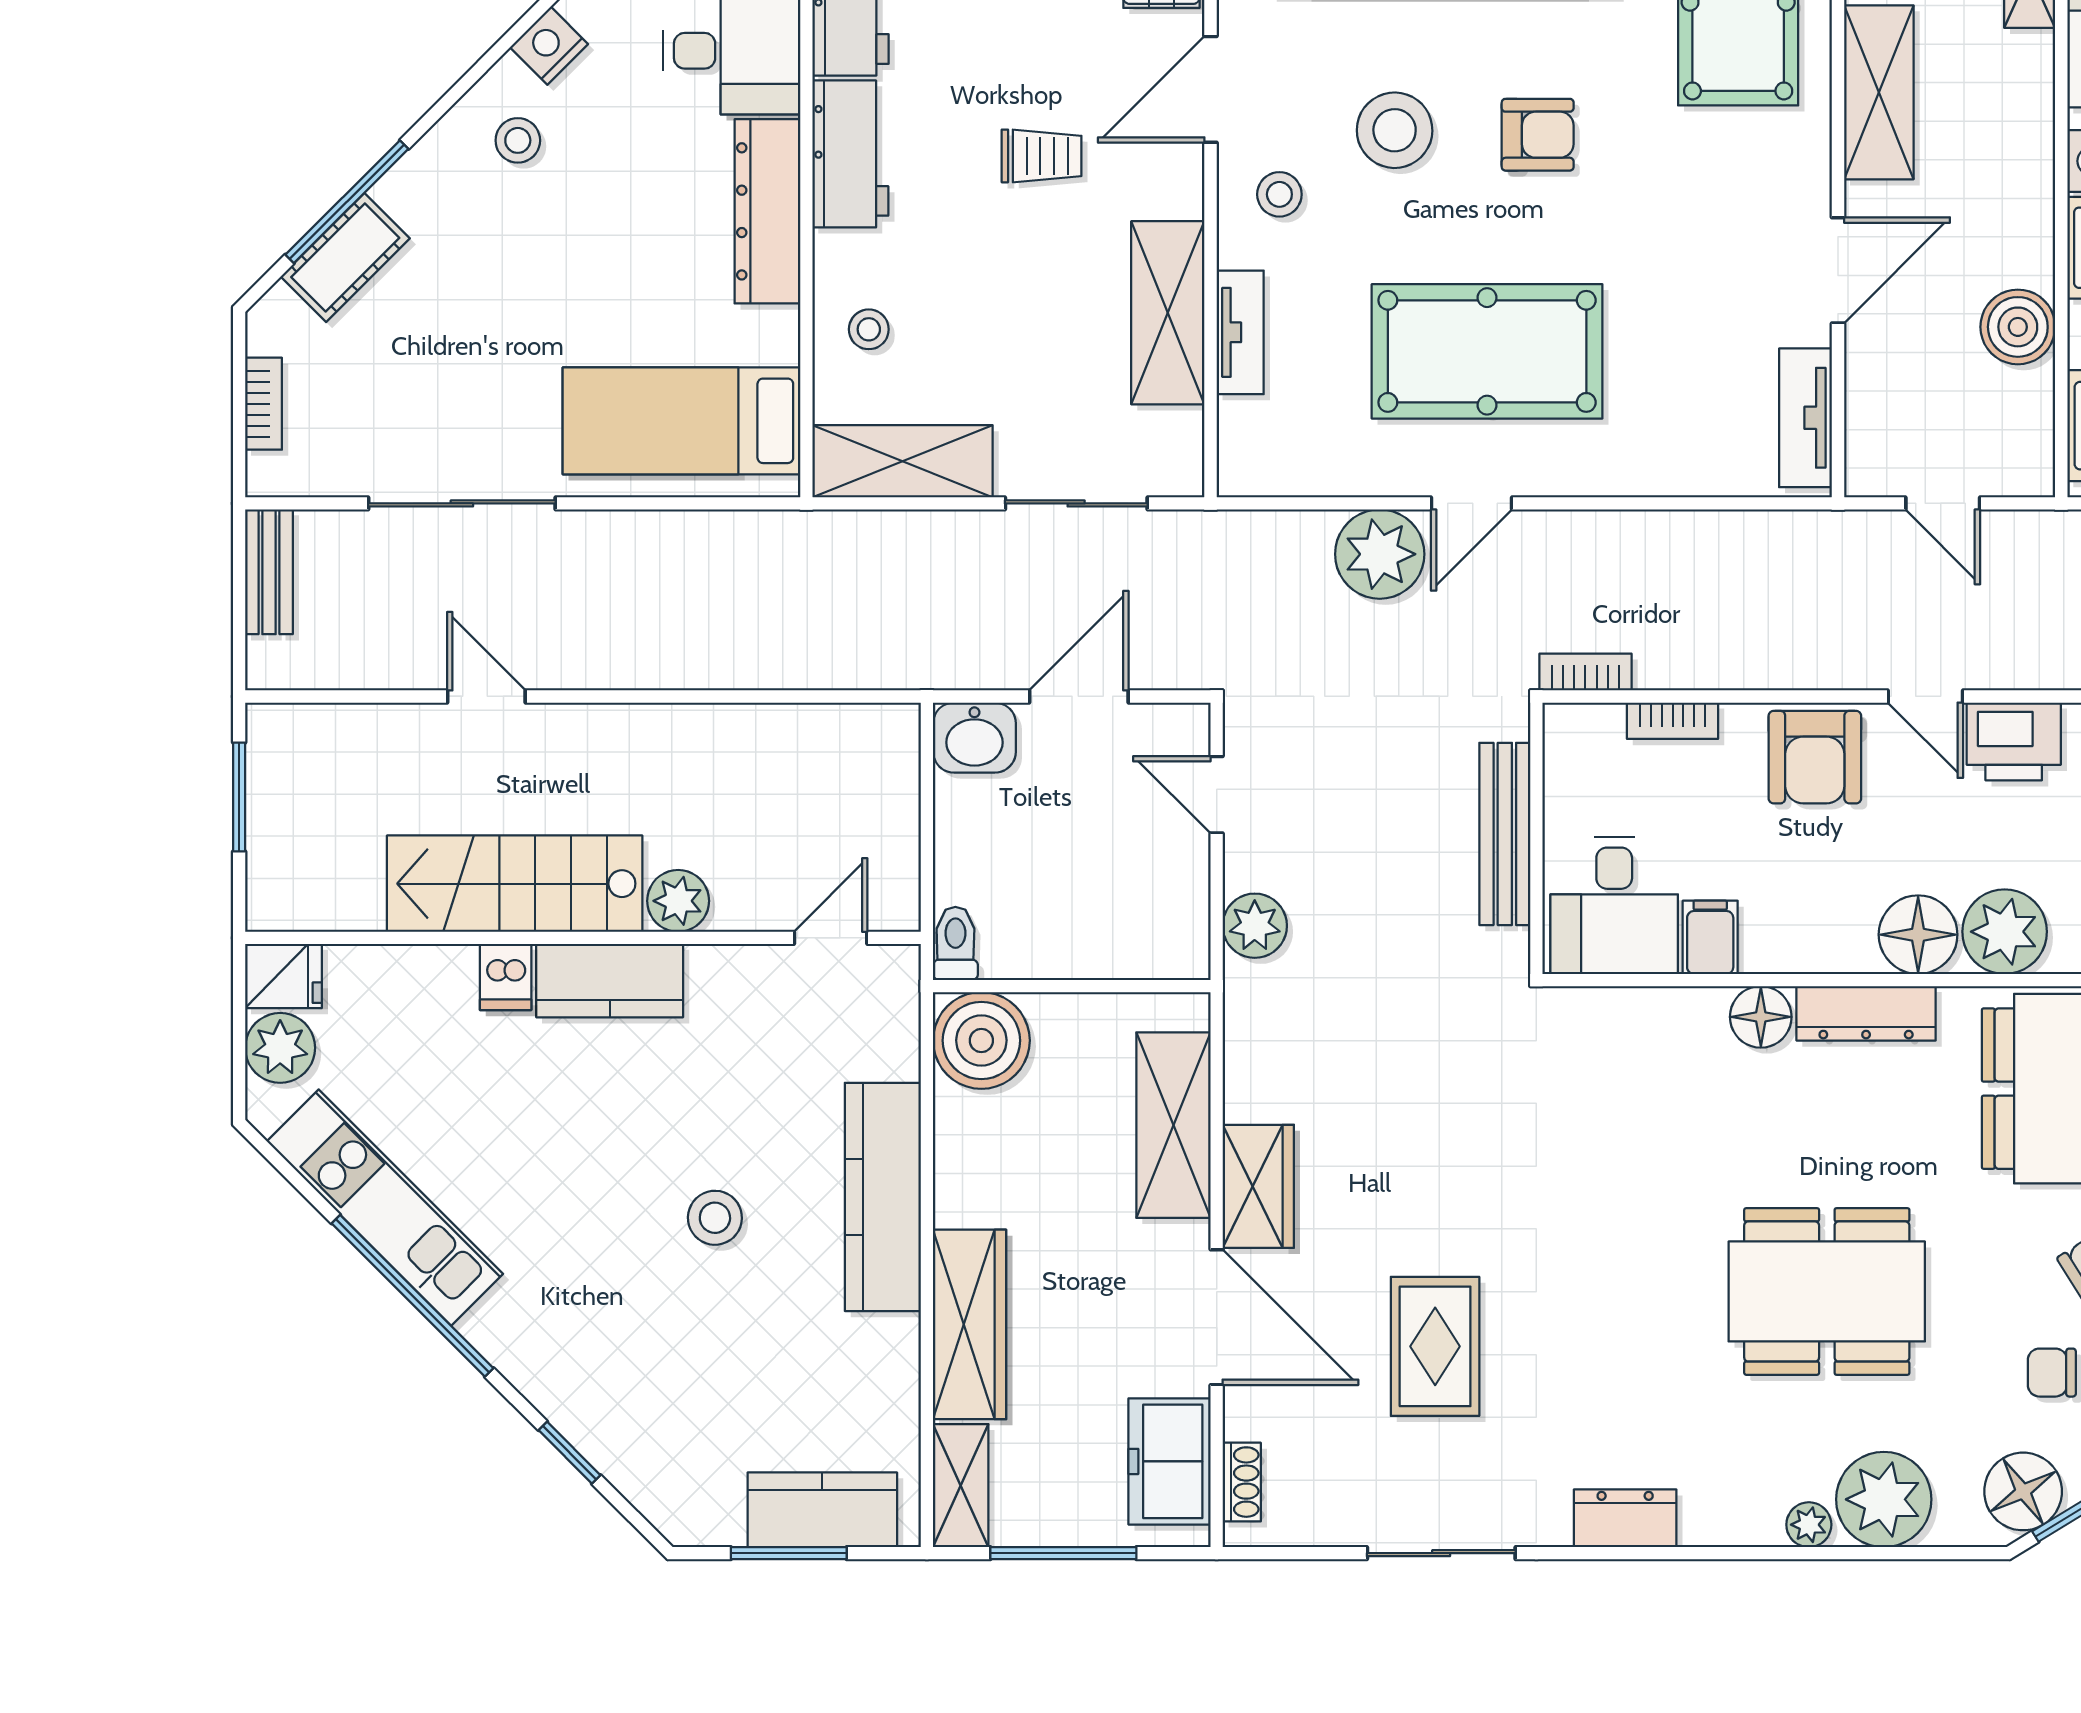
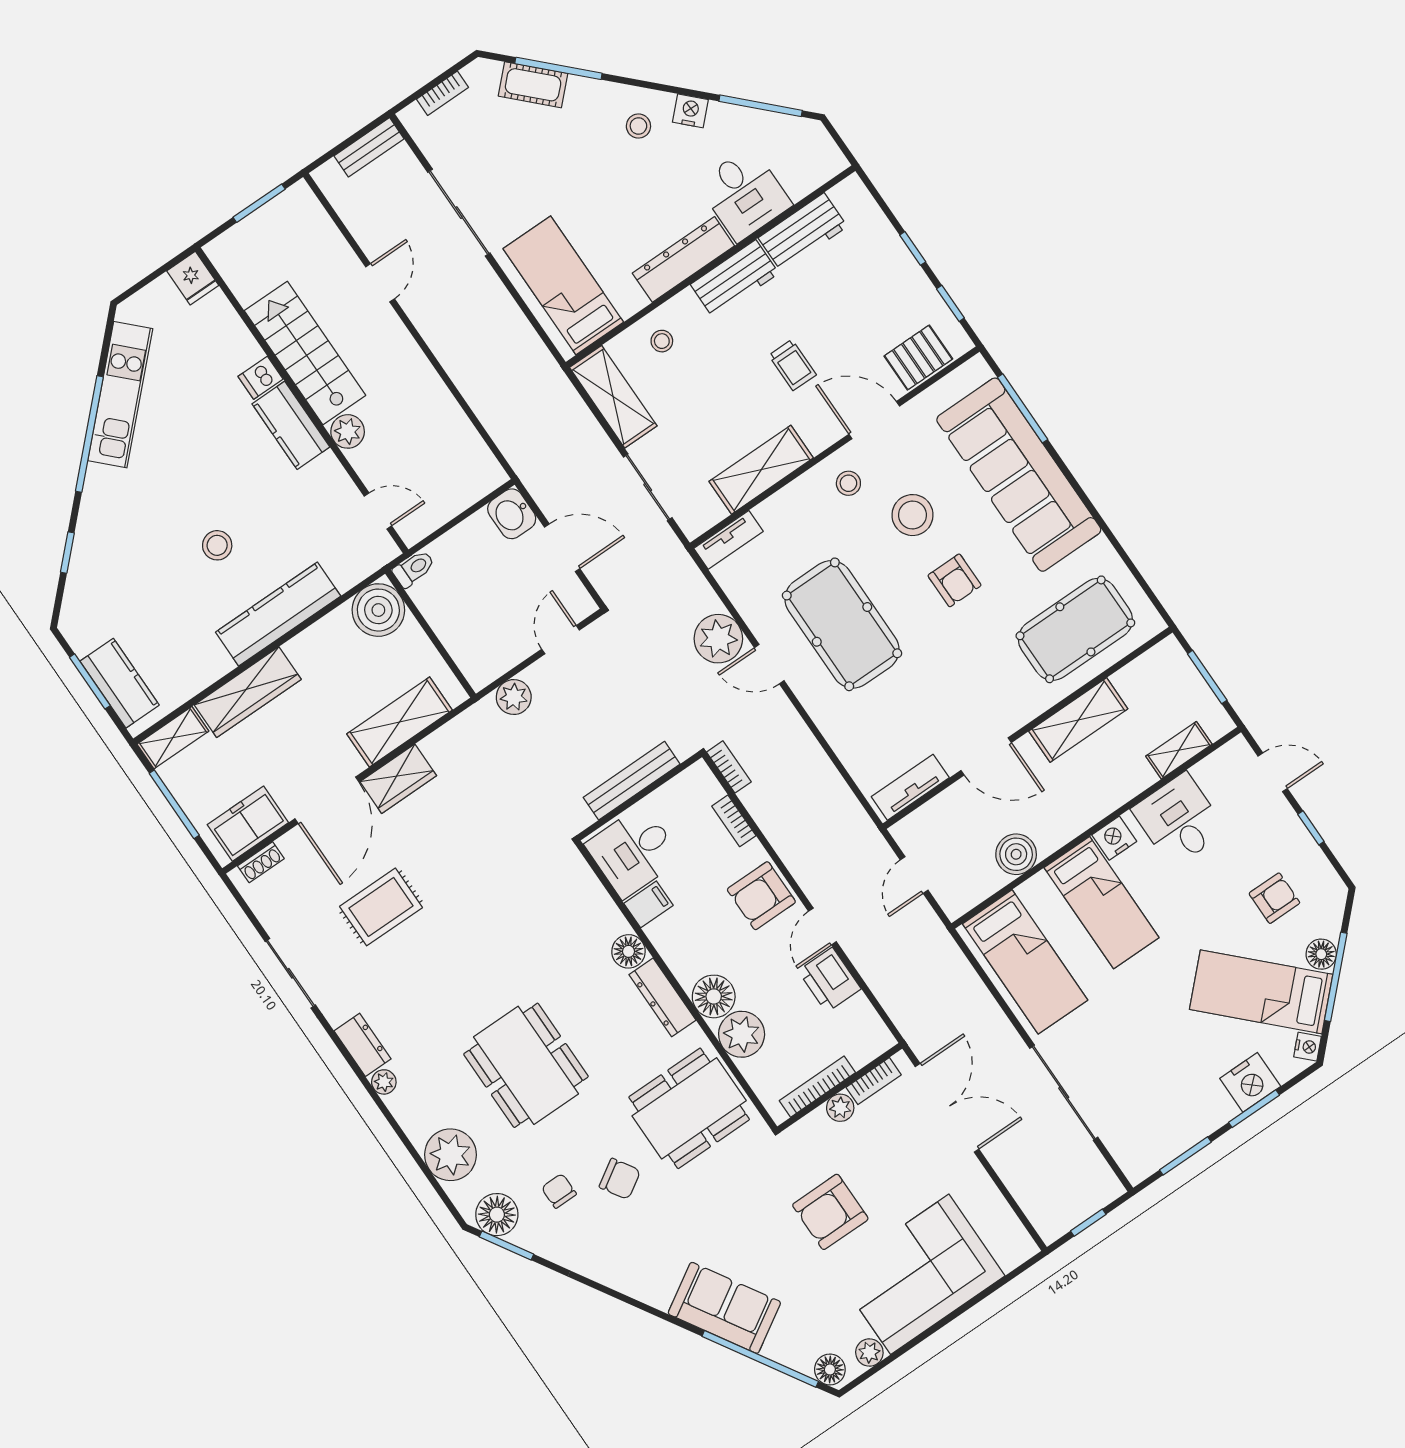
tv unit: (1240, 332) -> (728, 540), moved
plant: (280, 1048) -> (159, 299), removed
plant: (1809, 1525) -> (384, 1082), moved

